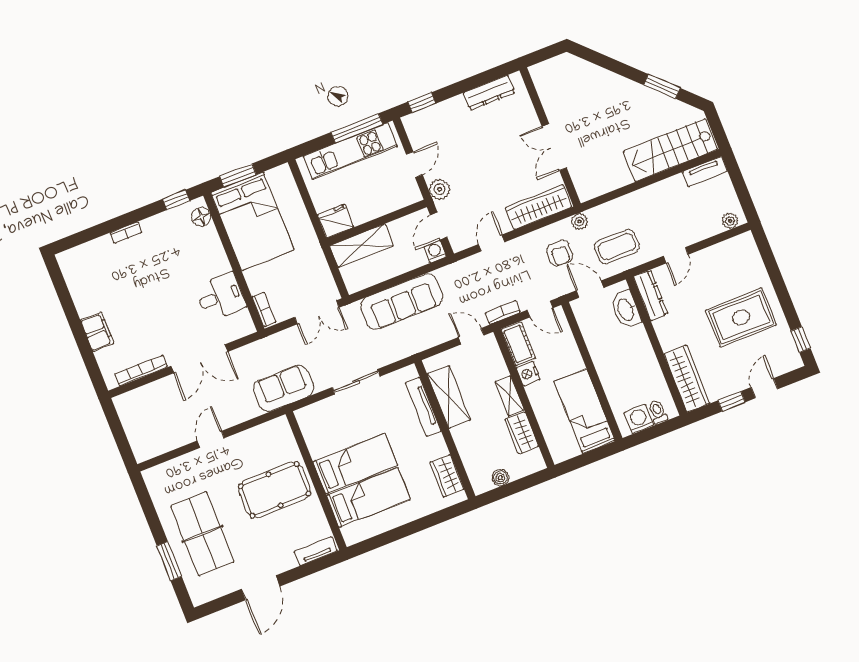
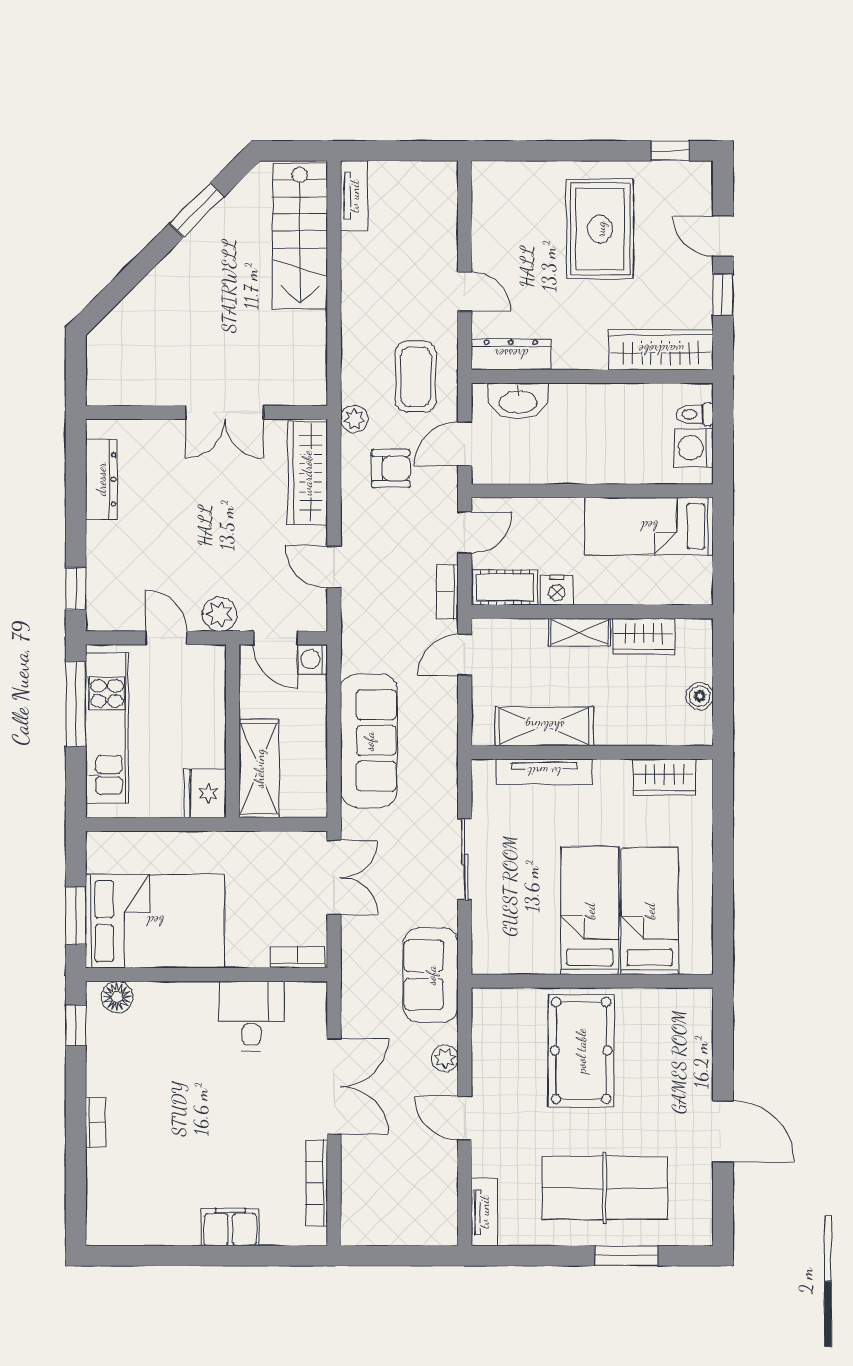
plant: (730, 221) -> (445, 1058), moved
tv unit: (316, 551) -> (484, 1212), moved, turned 180

